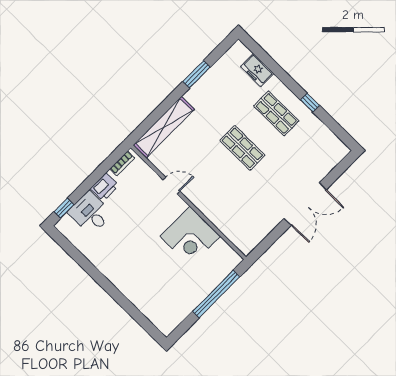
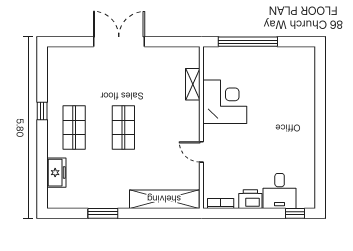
shelving: (225, 226) -> (193, 84), added

